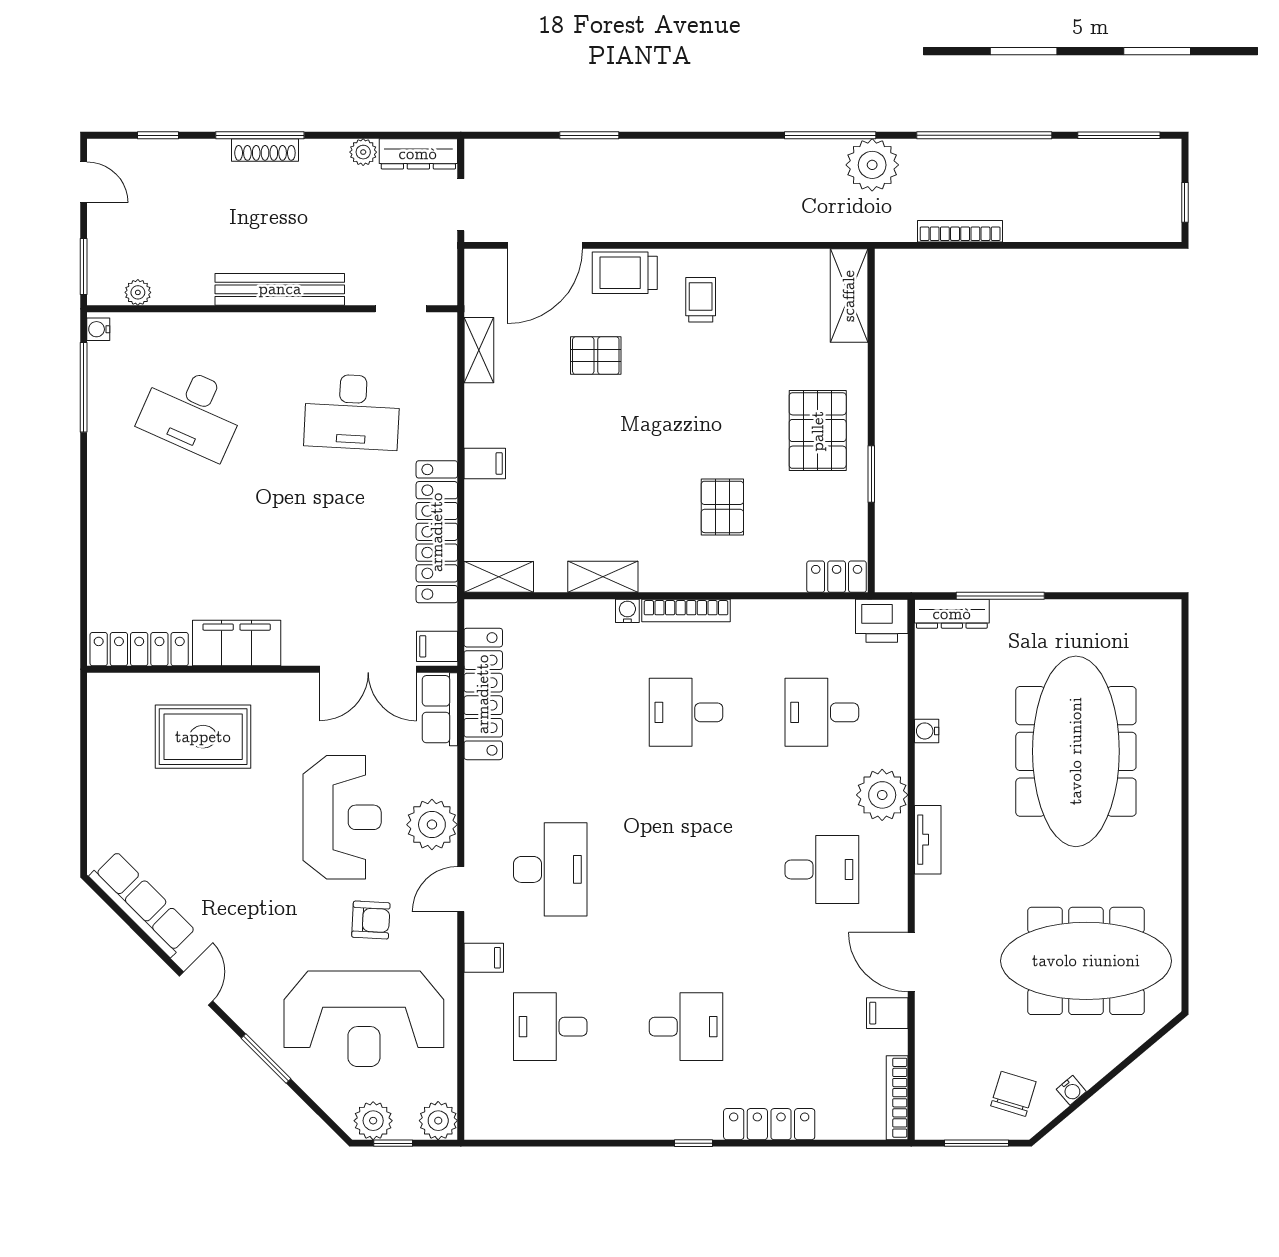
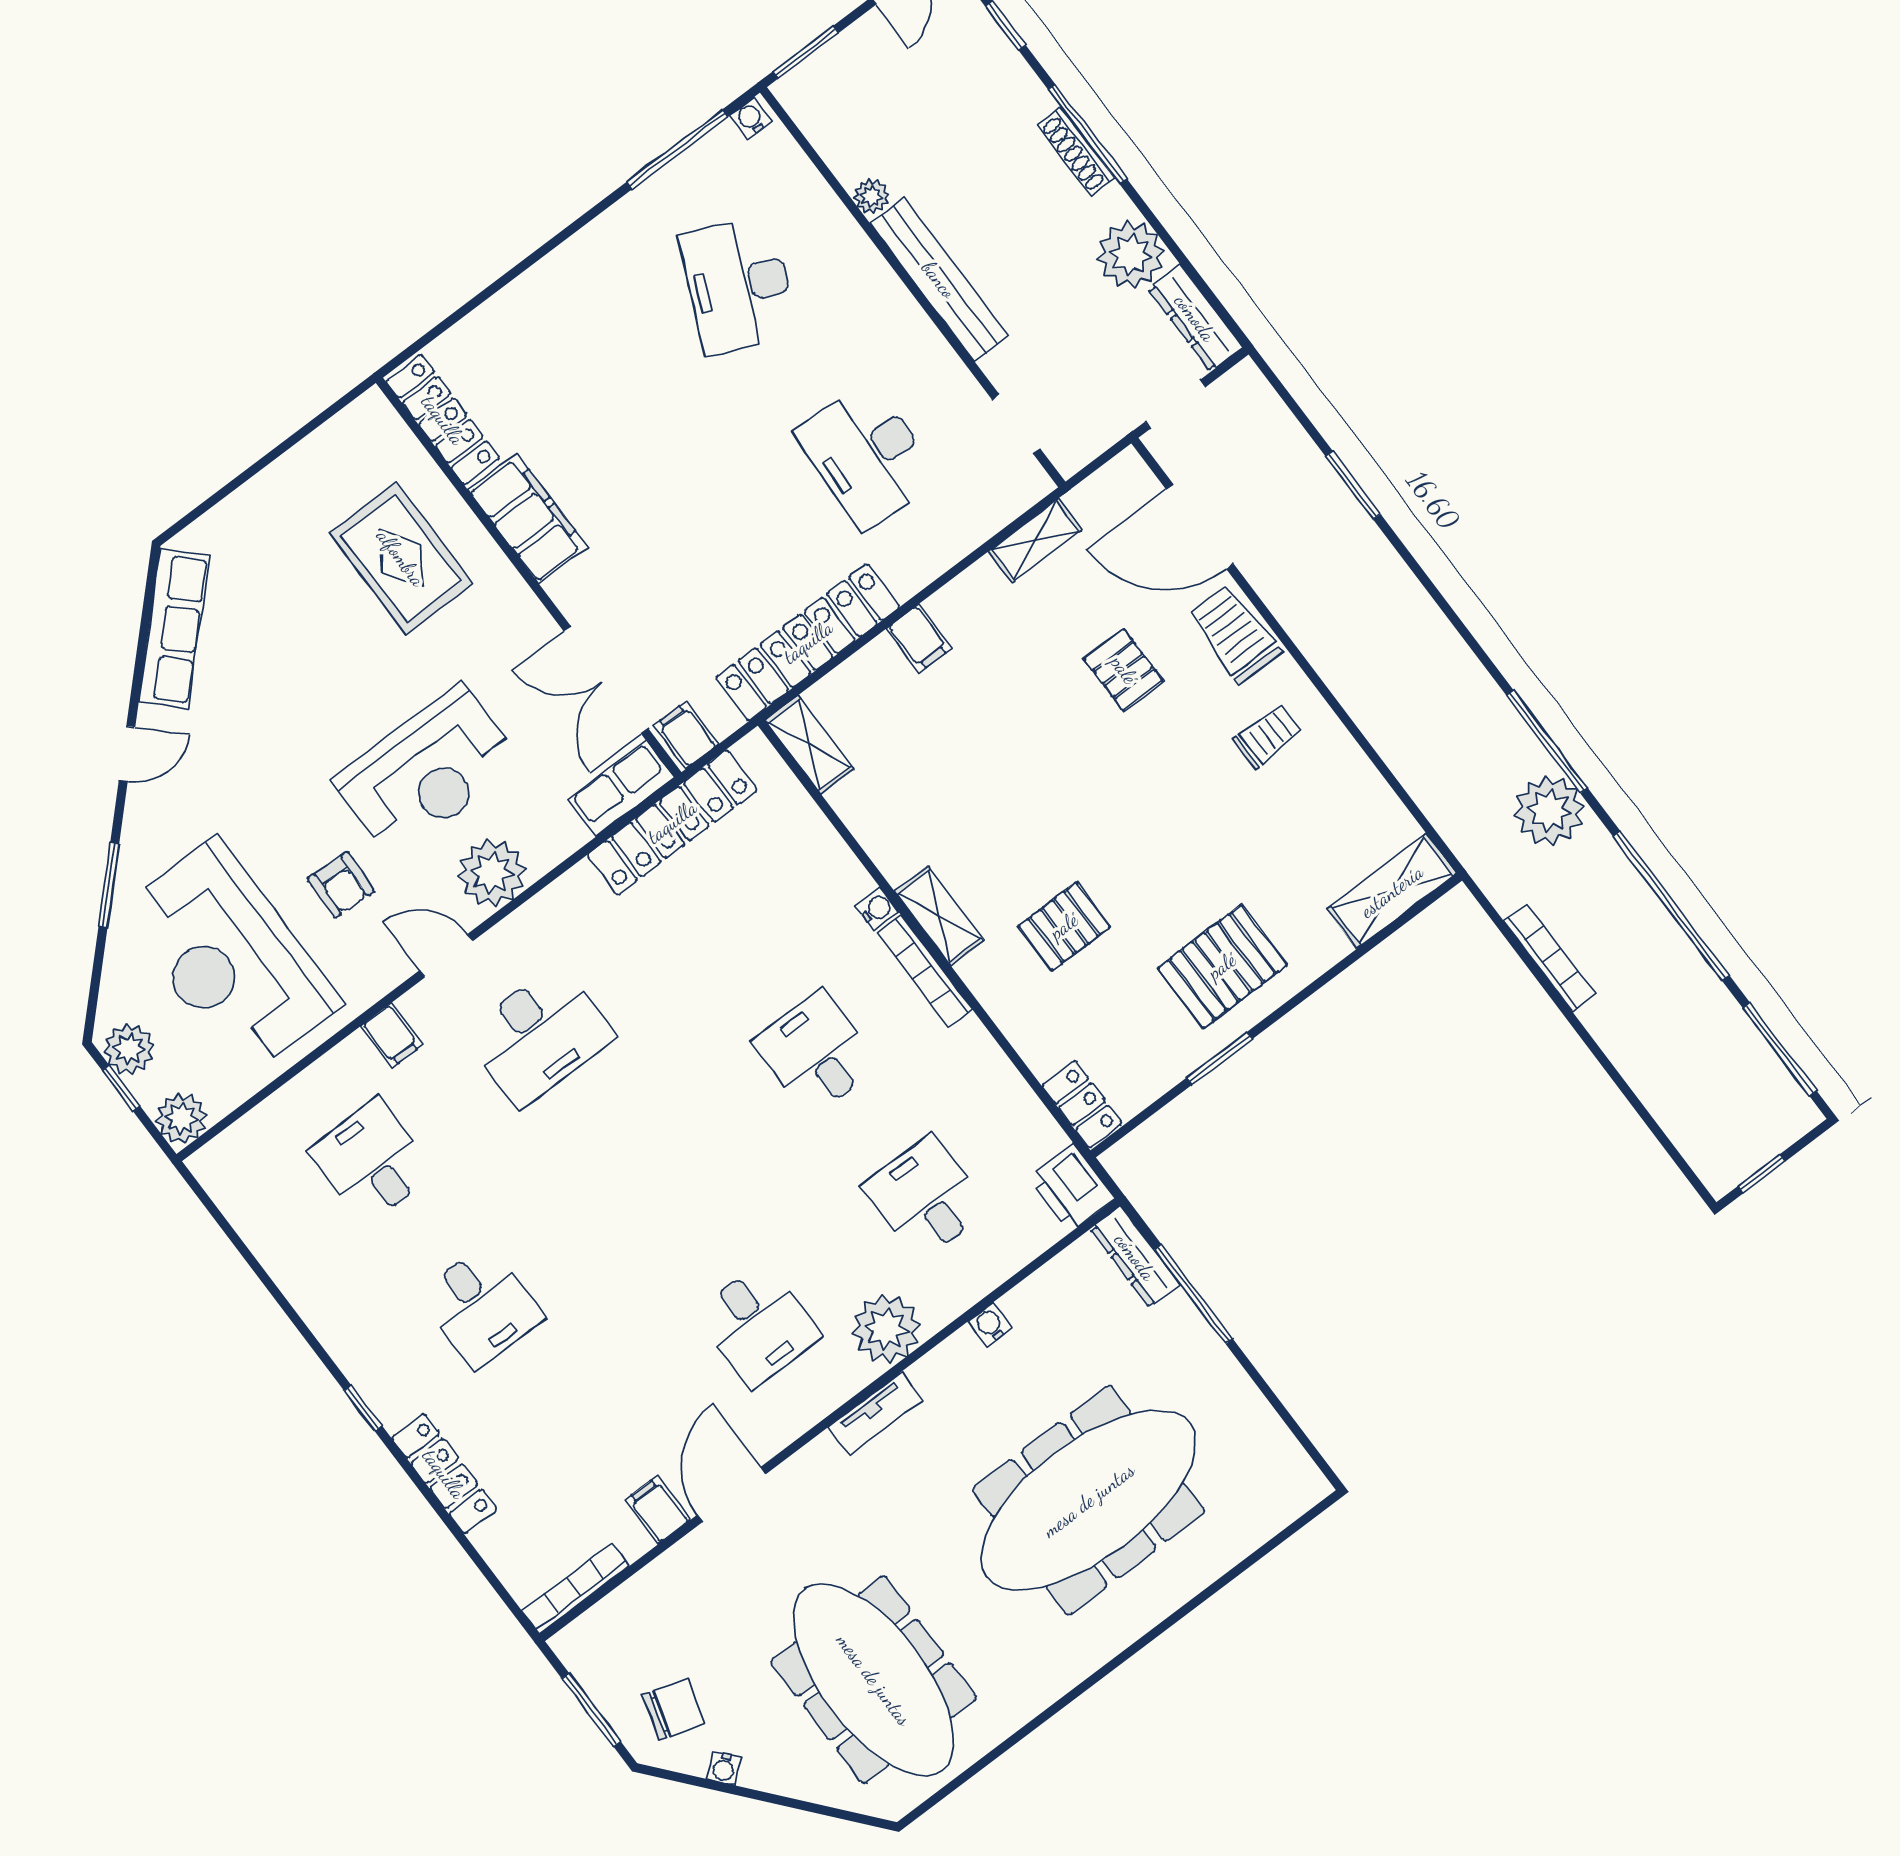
plant: (363, 152) -> (1131, 255), width x1.88, depth x1.88
plant: (138, 292) -> (871, 196), moved
shelving: (603, 577) -> (939, 916), moved

